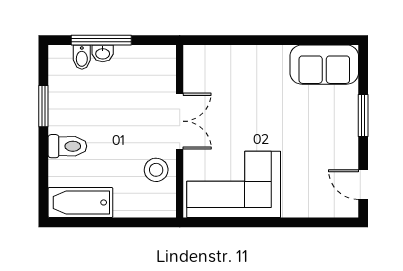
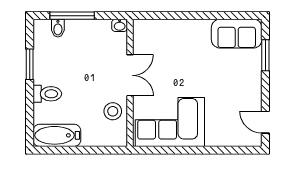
washbasin: (103, 53) -> (120, 25), moved
window: (363, 115) -> (265, 55), moved

